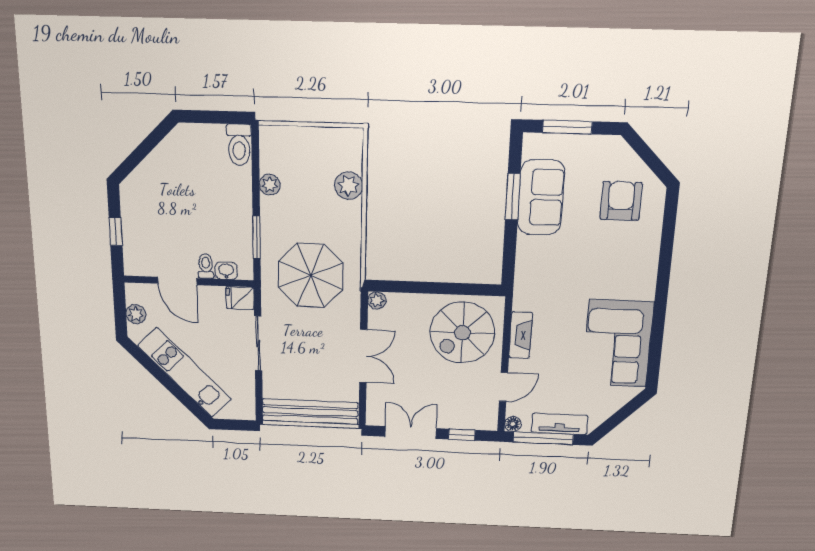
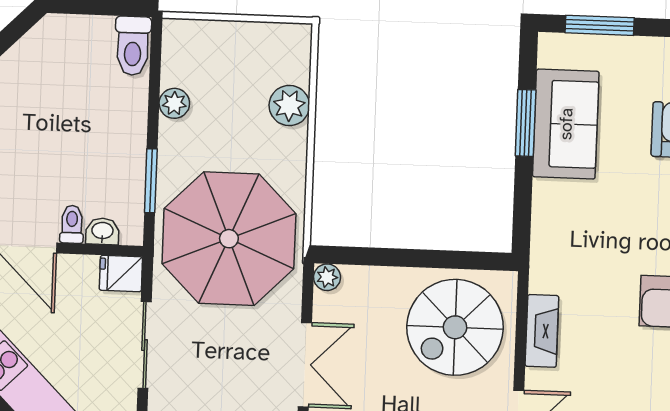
parasol: (311, 275) -> (229, 239), width x1.36, depth x1.36

